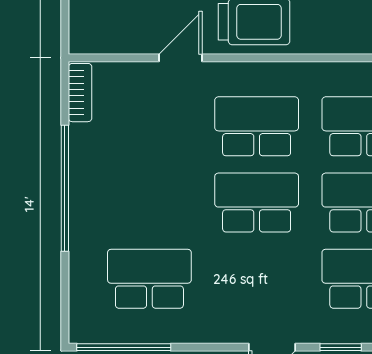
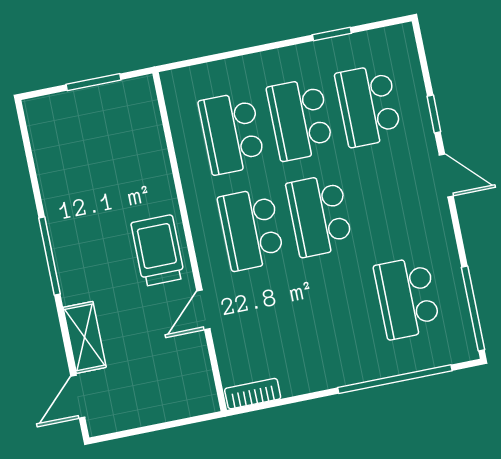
door: (181, 58) -> (203, 310), hinge flipped
window: (65, 188) -> (395, 379), moved

